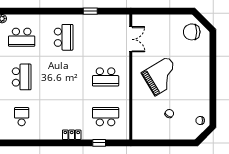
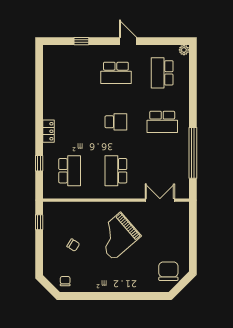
window: (90, 11) -> (193, 153), width x3.17
double door: (131, 39) -> (160, 200), swing flipped
grand piano: (162, 76) -> (117, 236), turned 80
school desk: (22, 117) -> (116, 122), moved
window: (150, 143) -> (39, 222), added

